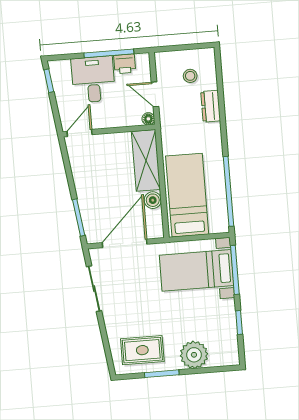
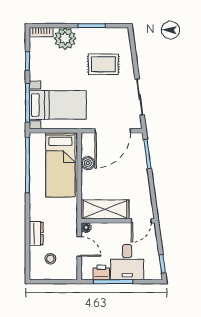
shelving: (146, 160) -> (105, 209), moved, turned 90
rug: (142, 350) -> (103, 64), moved
bookcase: (225, 360) -> (41, 32), added

